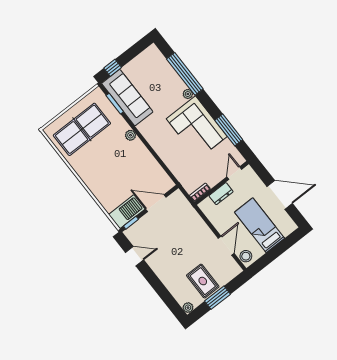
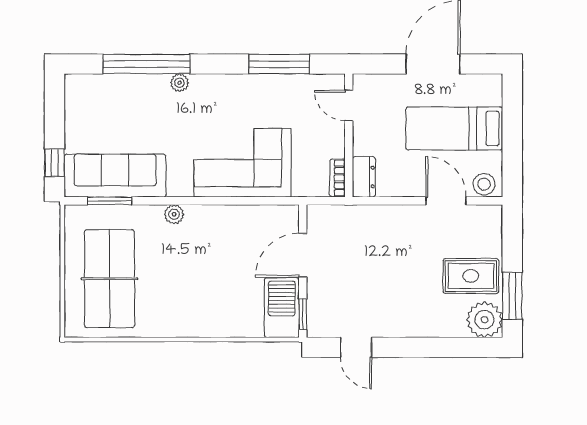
corner sofa: (197, 128) -> (242, 163), moved, turned 180
dresser: (221, 194) -> (364, 177), moved
door: (135, 256) -> (356, 347), swing flipped
window: (218, 298) -> (512, 296), moved
plant: (188, 308) -> (485, 320), width x1.87, depth x1.87

